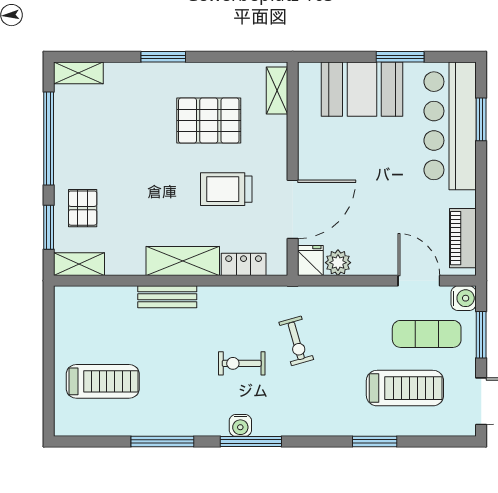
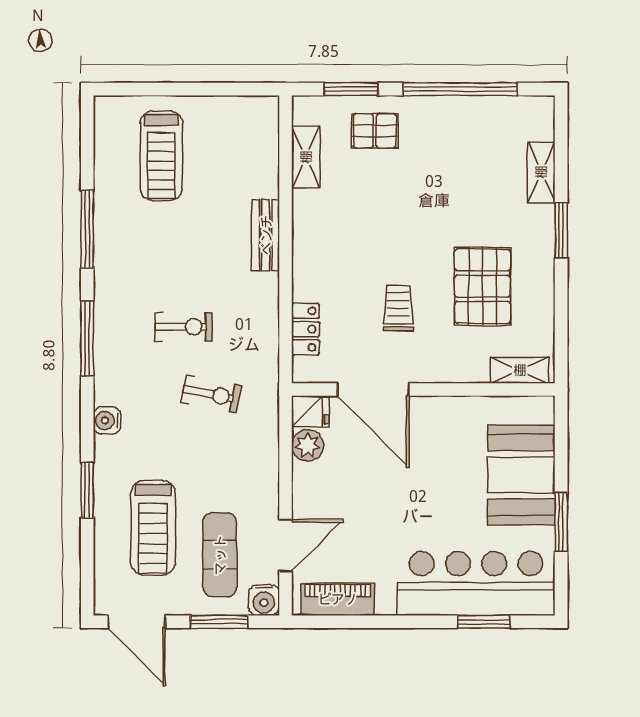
shelving: (78, 73) -> (541, 172), moved
trolley: (226, 189) -> (398, 308), width x0.73, depth x0.72
shelving: (183, 261) -> (310, 254), removed
shelving: (79, 264) -> (306, 157), moved
exercise bike: (296, 341) -> (211, 394), turned -153
exercise bike: (242, 363) -> (183, 327), turned 90
water cooler: (240, 425) -> (107, 421), moved

